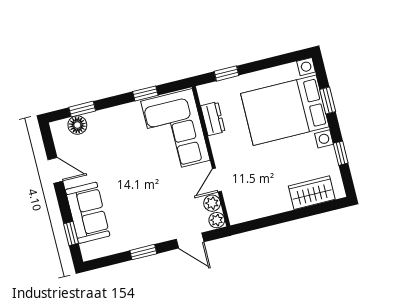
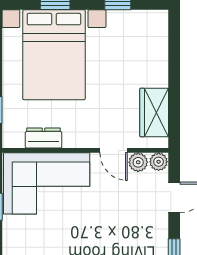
wardrobe: (312, 193) -> (154, 112), moved

